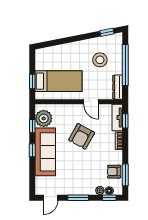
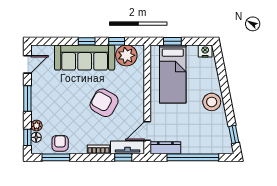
nightstand: (40, 55) -> (205, 51), added
stool: (100, 60) -> (212, 102), moved
door: (91, 102) -> (147, 131), moved
door: (51, 198) -> (27, 64), swing flipped

